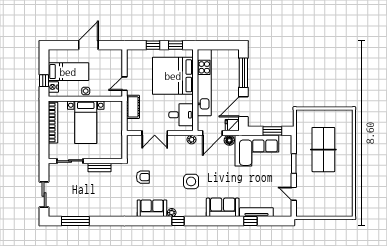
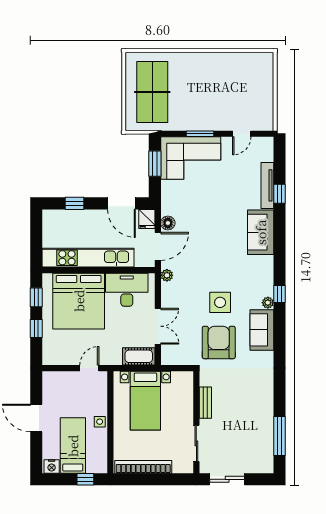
window: (243, 73) -> (75, 203), width x0.46
door: (124, 84) -> (89, 368), swing flipped
nightstand: (53, 87) -> (52, 466), moved
cot: (133, 107) -> (139, 356), moved
desk: (181, 115) -> (127, 290), width x1.37
bed with nightstands: (86, 122) -> (145, 401), moved, turned 90
door: (212, 133) -> (158, 246), hinge flipped
table tennis table: (323, 150) -> (152, 92), moved, turned 90
corner sofa: (257, 151) -> (191, 158), moved, turned 90
armchair: (143, 177) -> (219, 342), width x1.88, depth x1.88
side table: (191, 181) -> (220, 302), moved
sliding door: (44, 195) -> (227, 479), moved

